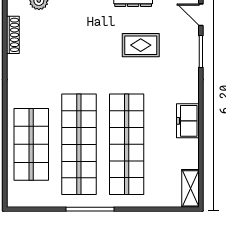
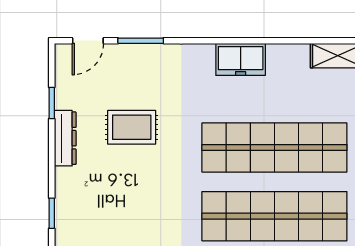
rug: (141, 45) -> (132, 127), turned 90

